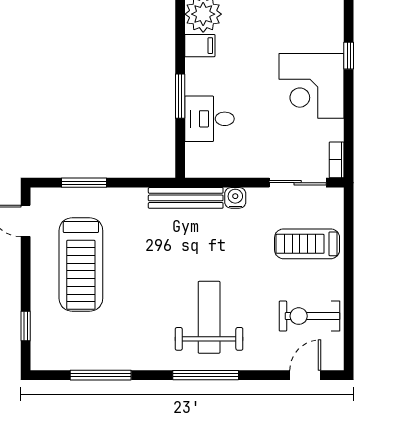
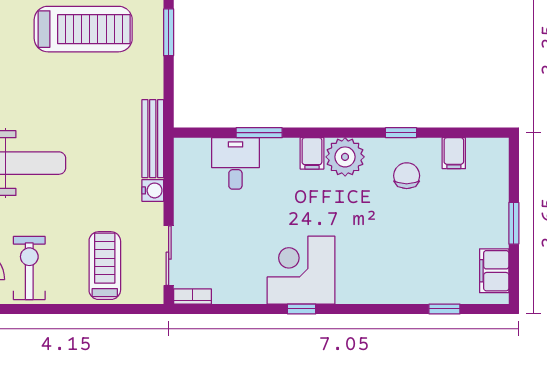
corner desk: (311, 86) -> (301, 270), moved
treadmill: (81, 264) -> (83, 29), turned 180

